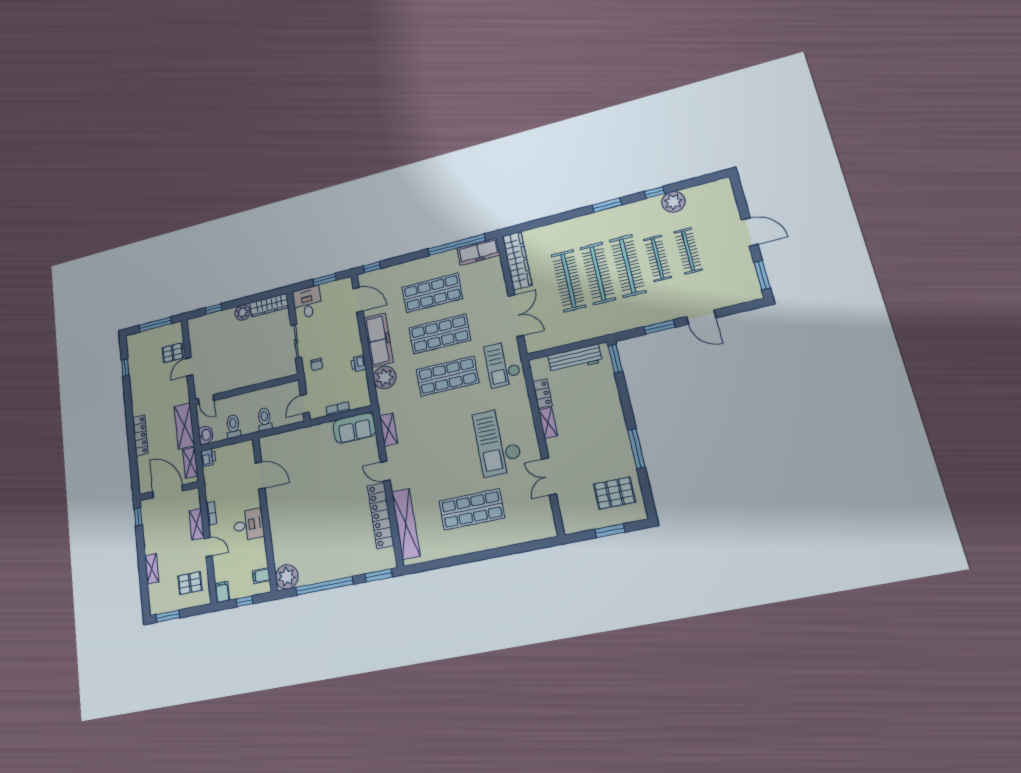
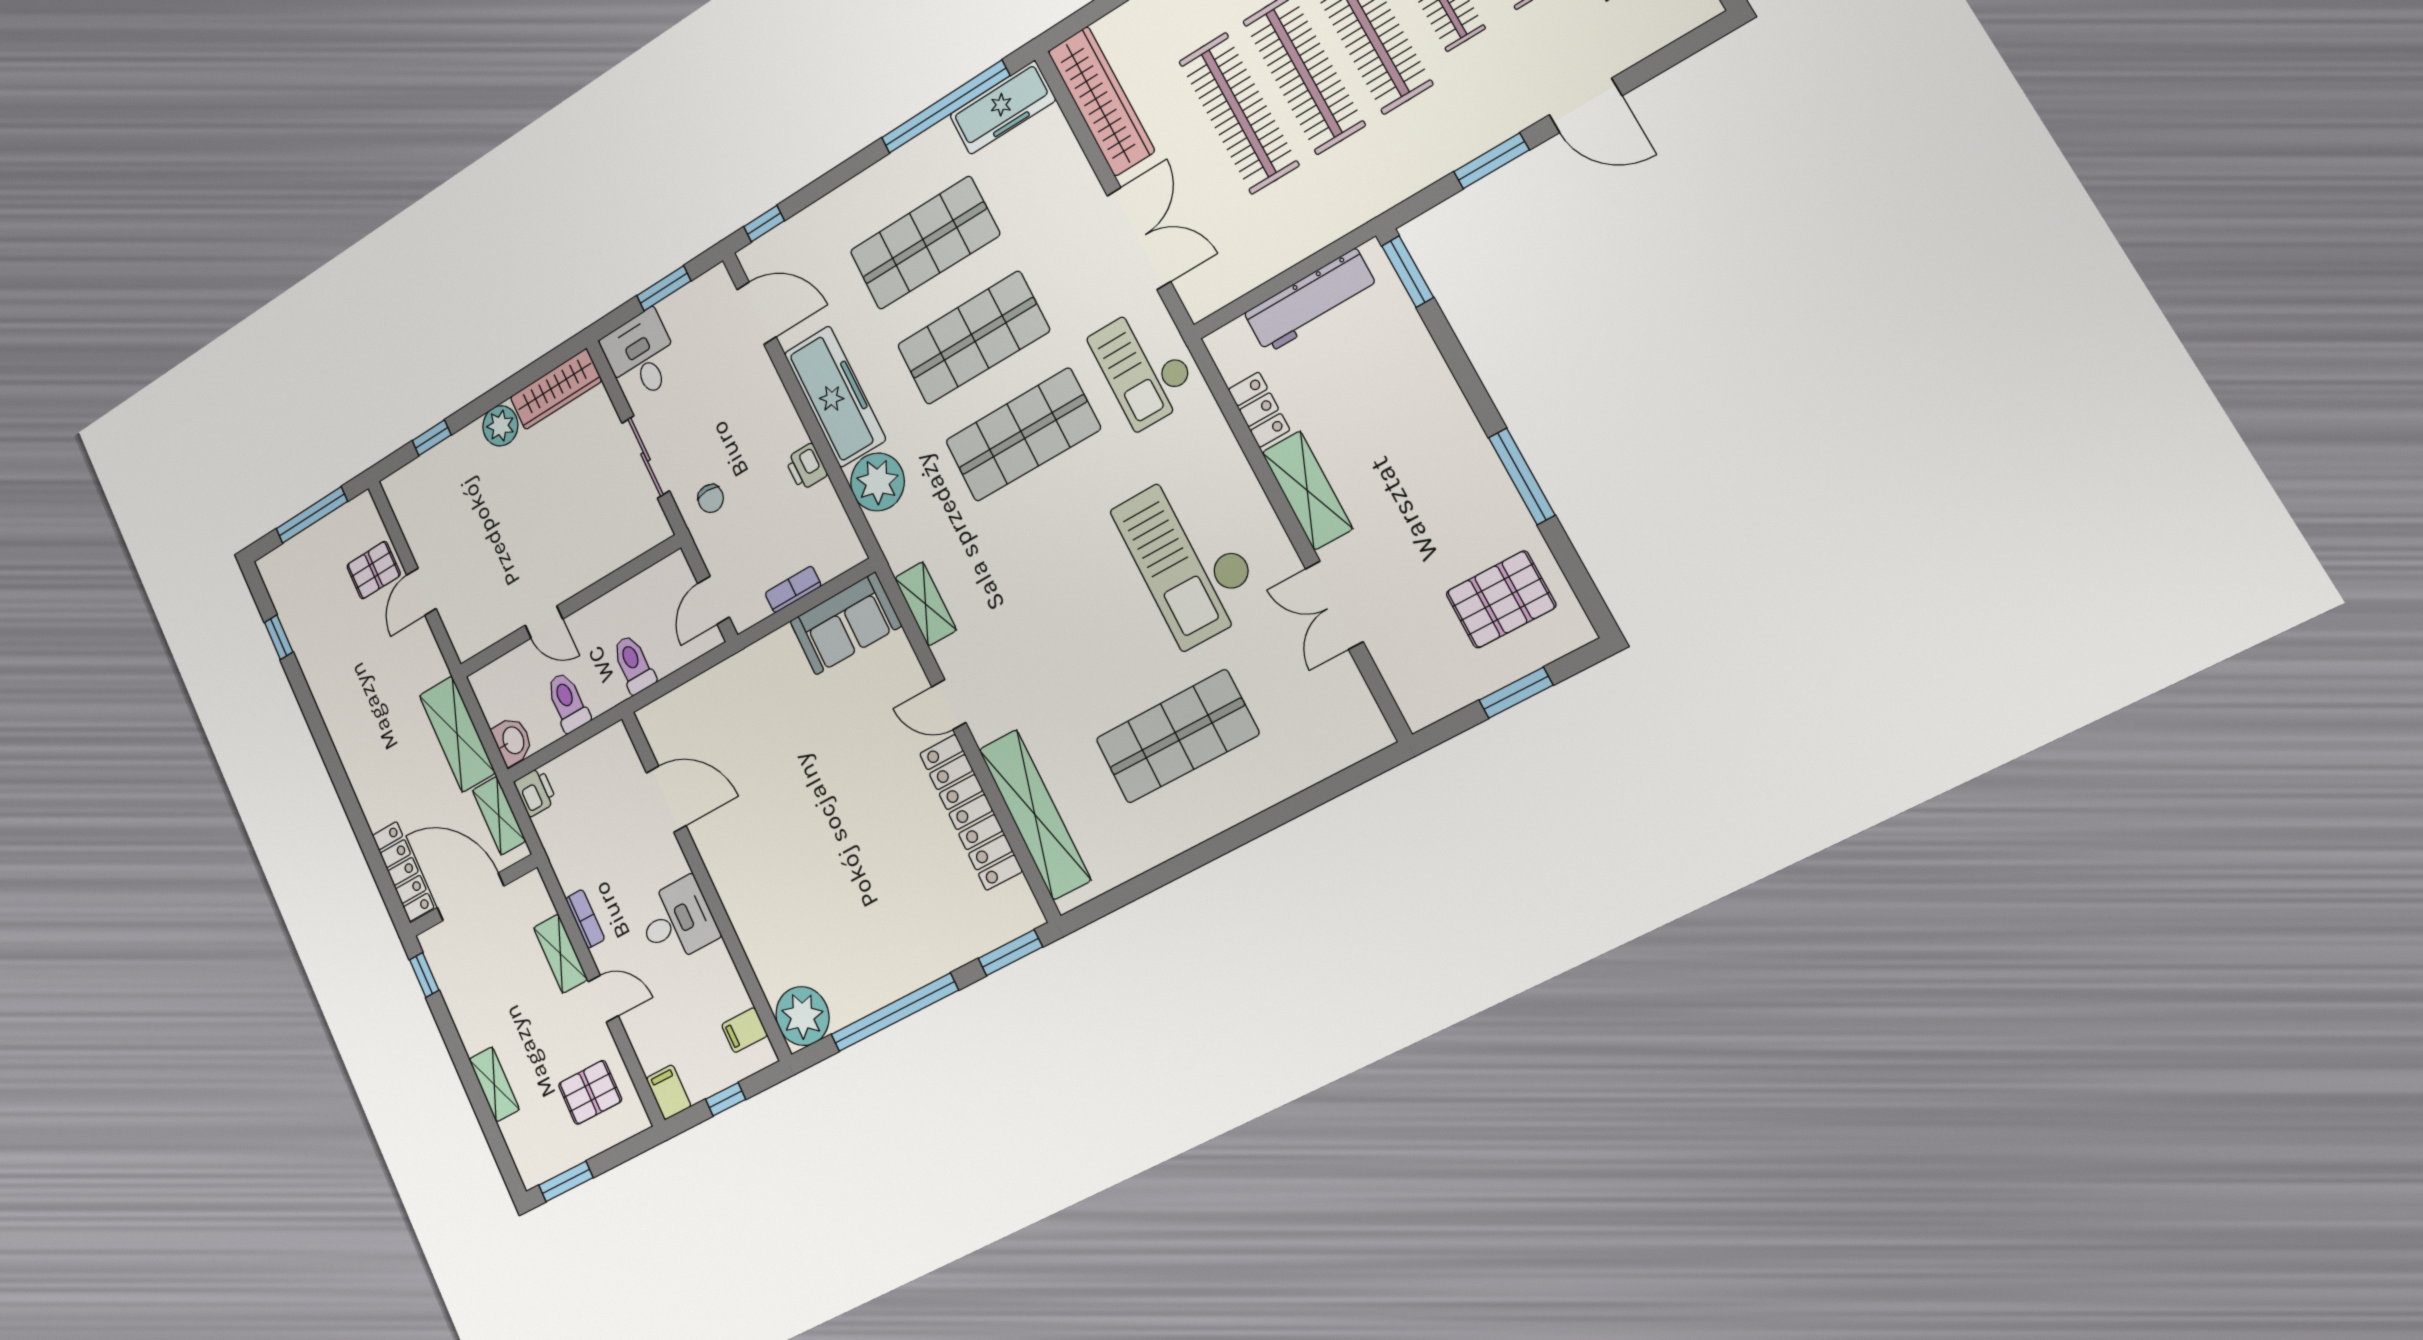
door: (206, 399) -> (544, 622), moved
shelving: (548, 423) -> (1307, 490), width x1.50, depth x1.33
locker: (140, 435) -> (403, 871), moved

